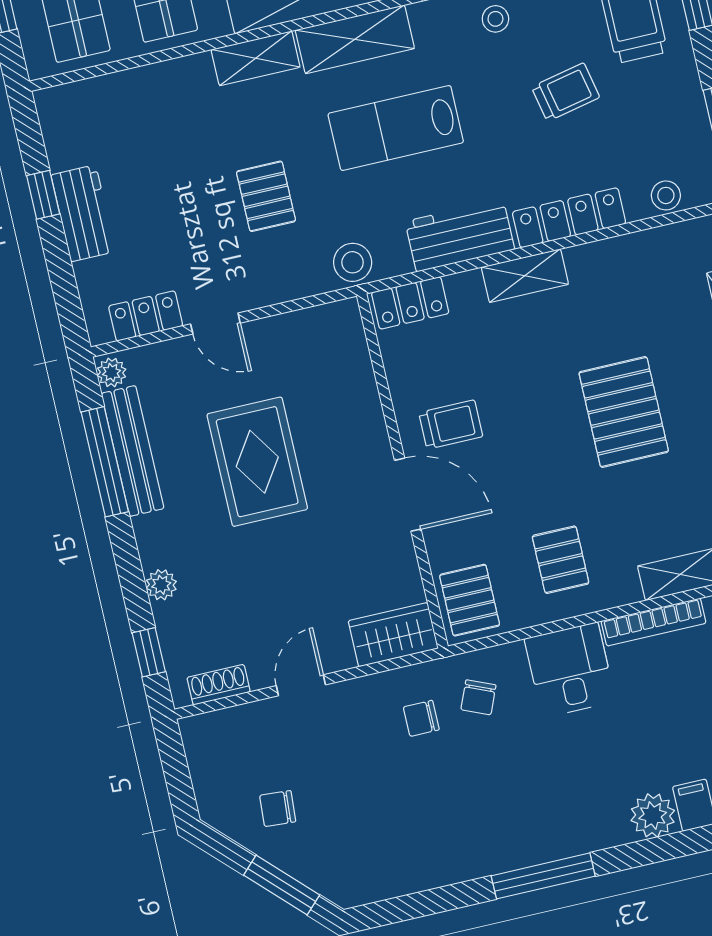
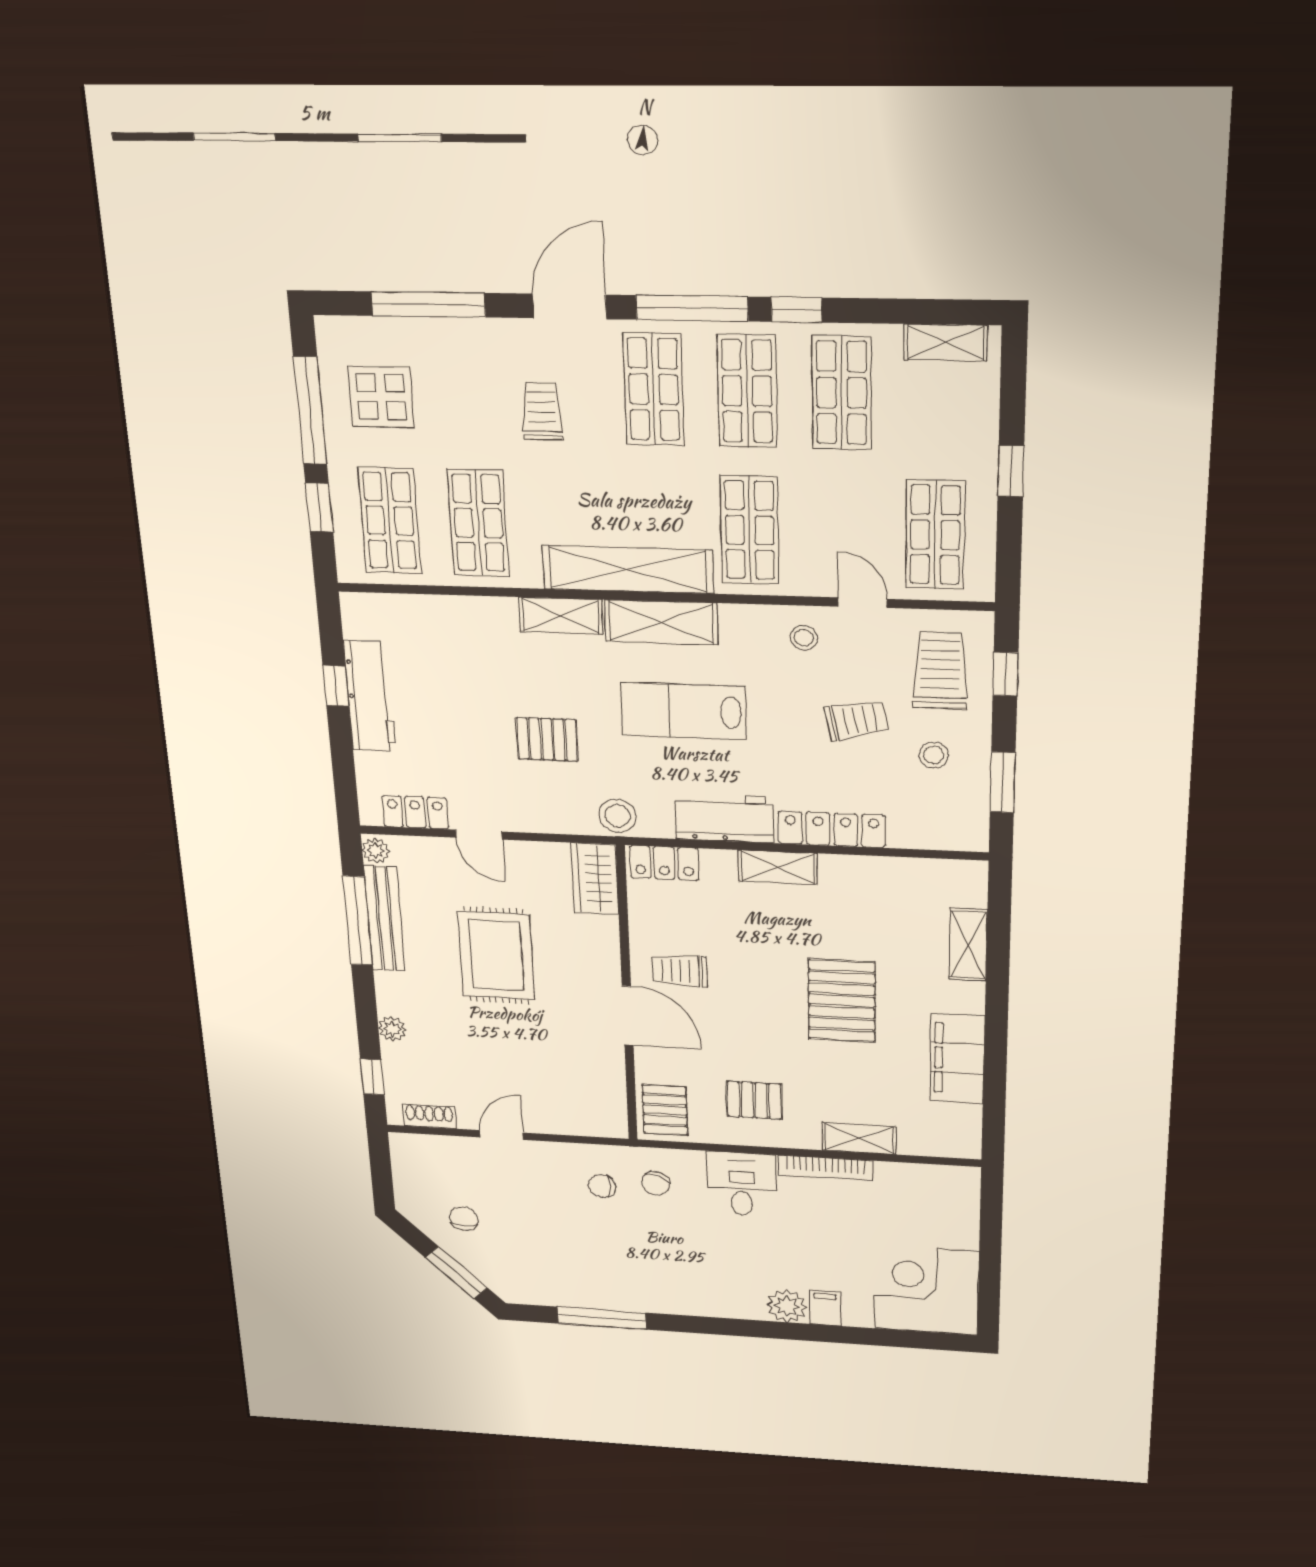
stool: (666, 195) -> (934, 755), moved
pallet: (266, 196) -> (547, 739), turned 90
workbench: (83, 213) -> (370, 696), width x1.38
trolley: (451, 425) -> (680, 971), turned 180
pallet: (561, 560) -> (754, 1100), turned 90
wardrobe: (393, 635) -> (595, 878), moved, turned -90
chair: (278, 809) -> (464, 1218), turned 87
window: (543, 876) -> (602, 1318), moved

